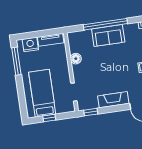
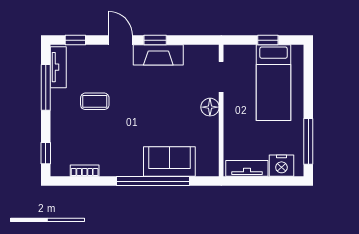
sofa: (108, 36) -> (169, 162), moved
floor lamp: (76, 59) -> (210, 107), moved
window: (91, 112) -> (155, 40), moved

